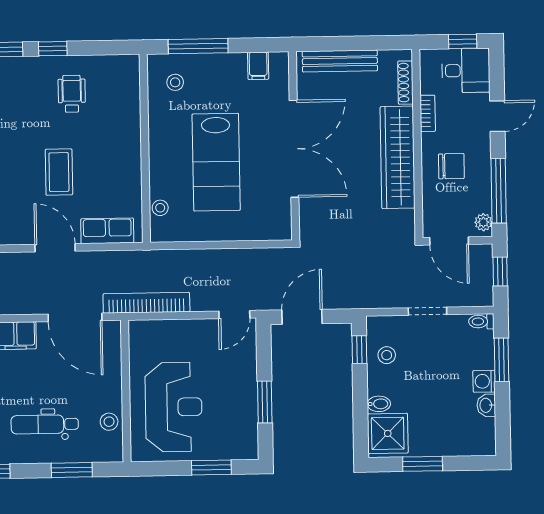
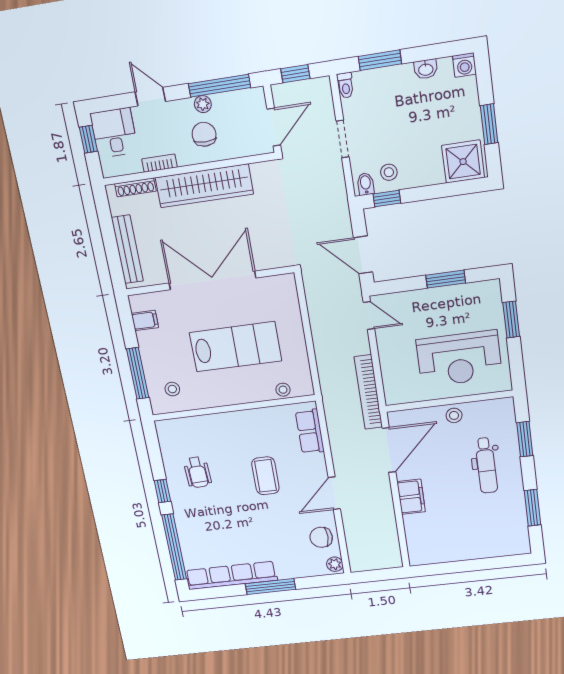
wheelchair: (72, 94) -> (197, 472), turned -93
coffee table: (59, 172) -> (265, 476), turned 90
plant: (483, 222) -> (203, 104), moved
door: (55, 248) -> (334, 493), moved
washing machine: (484, 381) -> (464, 65), moved
bidet: (379, 404) -> (366, 184), moved
reception desk: (174, 407) -> (459, 359), turned 180
stool: (109, 422) -> (454, 415), moved

